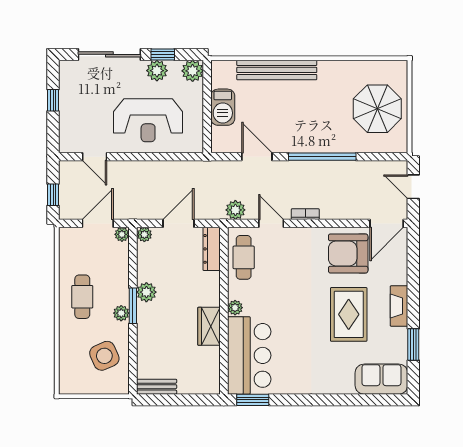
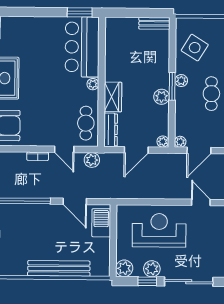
barbecue: (223, 107) -> (101, 223), moved
wardrobe: (209, 326) -> (113, 97), moved
side table: (104, 356) -> (195, 48), turned -34

